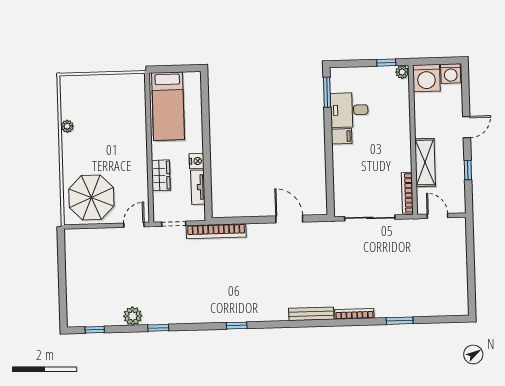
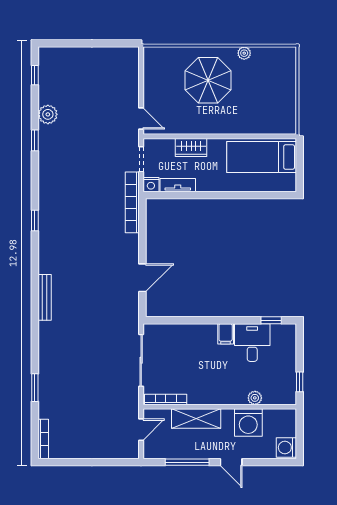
plant: (402, 72) -> (255, 398), moved
washing machine: (426, 78) -> (248, 422), moved, turned -90
window: (327, 92) -> (271, 320), width x0.67
nightstand: (197, 161) -> (151, 185), moved
window: (468, 170) -> (187, 462), width x2.17
parasol: (91, 197) -> (208, 80), moved
bookcase: (354, 314) -> (43, 439), moved

